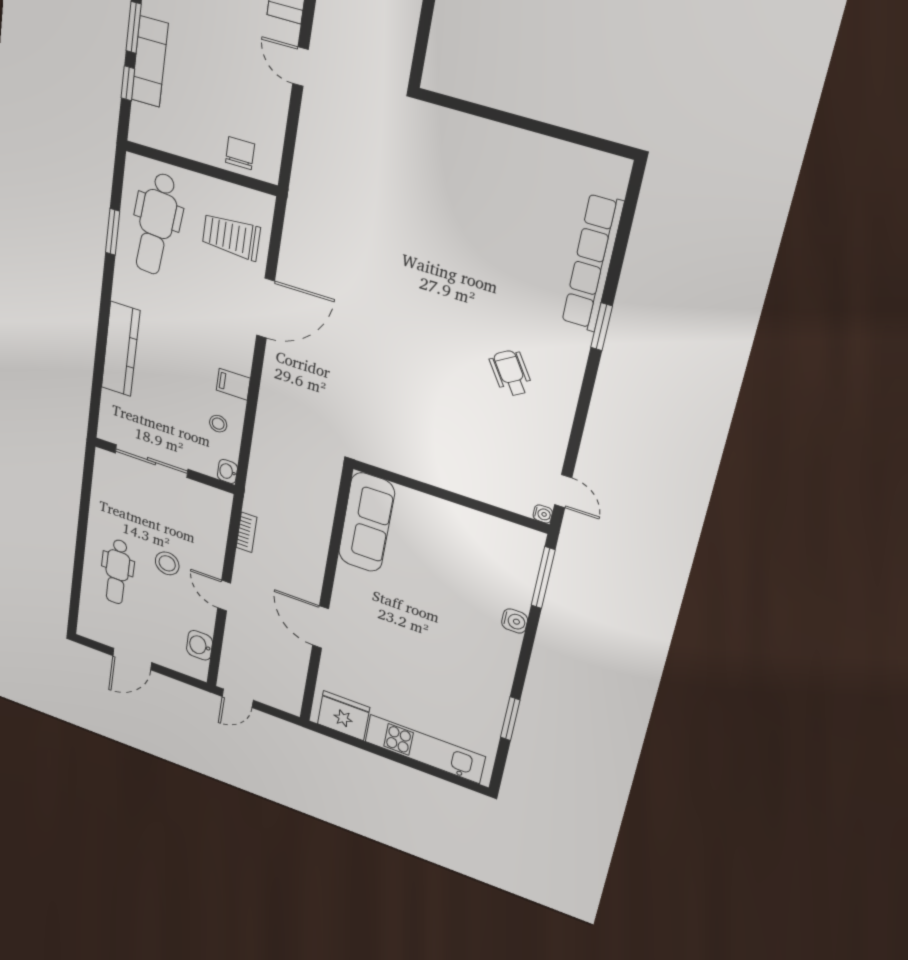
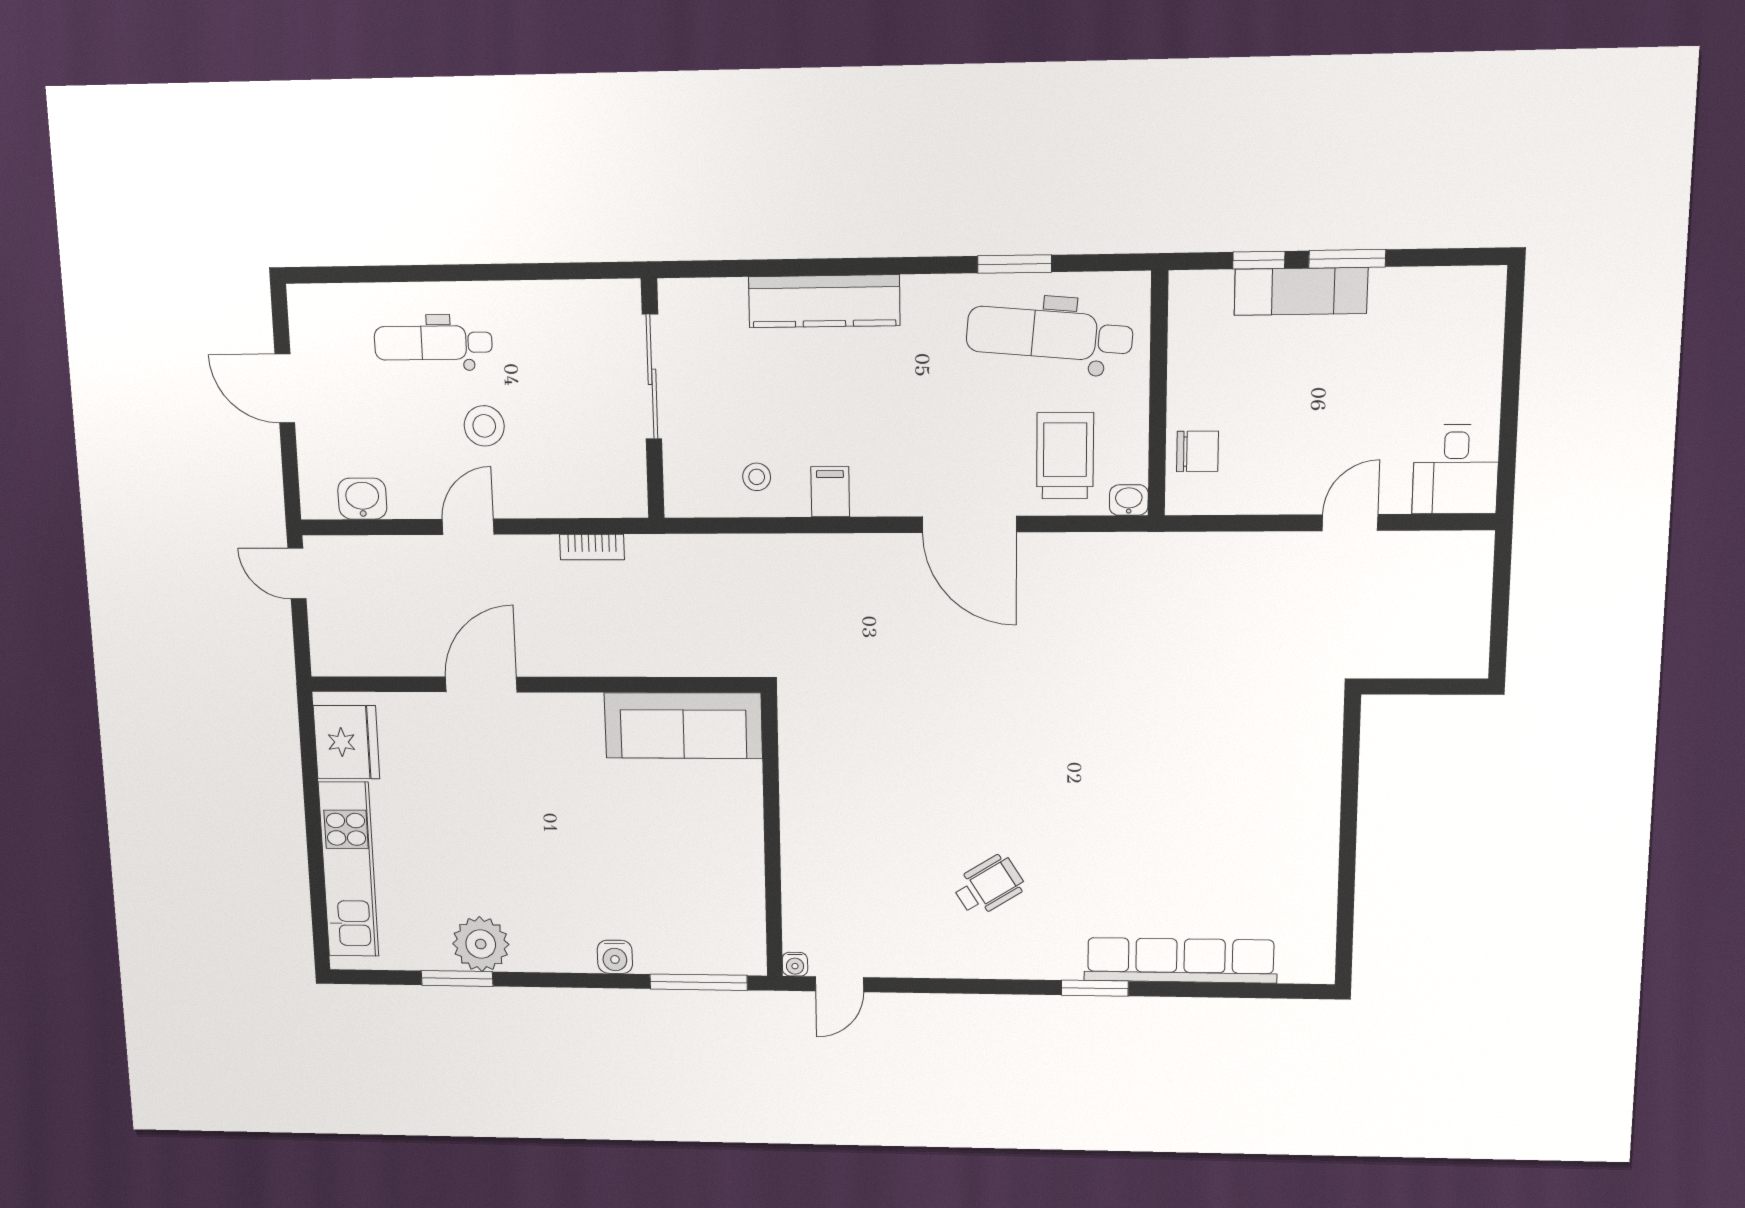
washbasin: (227, 471) -> (1129, 500), moved
plant: (489, 696) -> (481, 944), added

